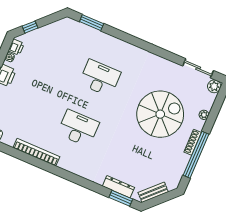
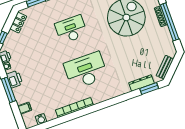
locker: (57, 27) -> (18, 23), added
desk: (78, 128) -> (86, 71), width x1.36, depth x1.30

